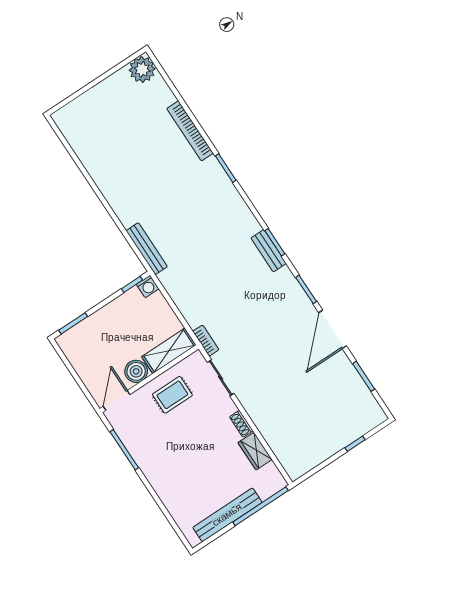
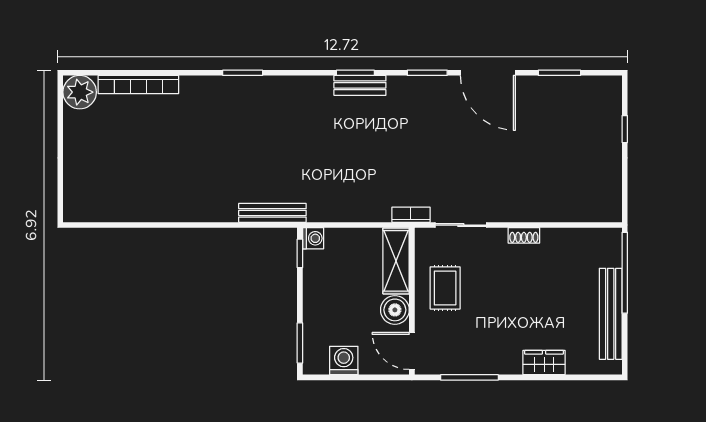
bookcase: (190, 131) -> (138, 85), moved
washing machine: (81, 360) -> (344, 360), added
wardrobe: (255, 451) -> (544, 362), moved, turned 180

